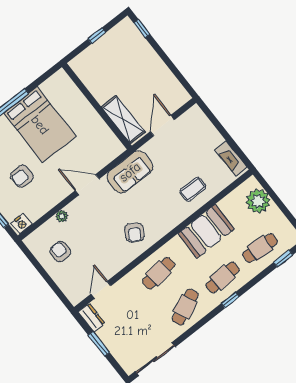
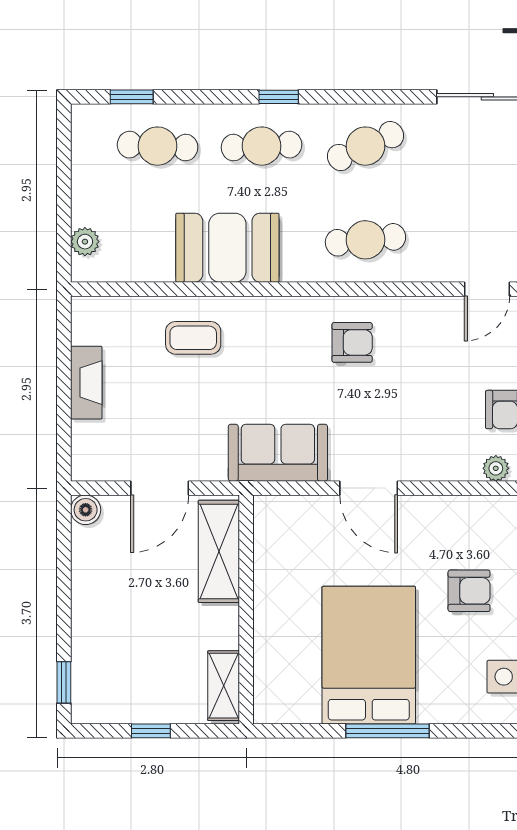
shelving: (83, 73) -> (224, 686), added
boiler: (183, 97) -> (86, 510), added
fireplace: (231, 158) -> (86, 383), moved
plant: (258, 201) -> (85, 242), width x0.53, depth x0.53
plant: (62, 216) -> (496, 468), moved
armchair: (134, 232) -> (352, 342), turned 58

